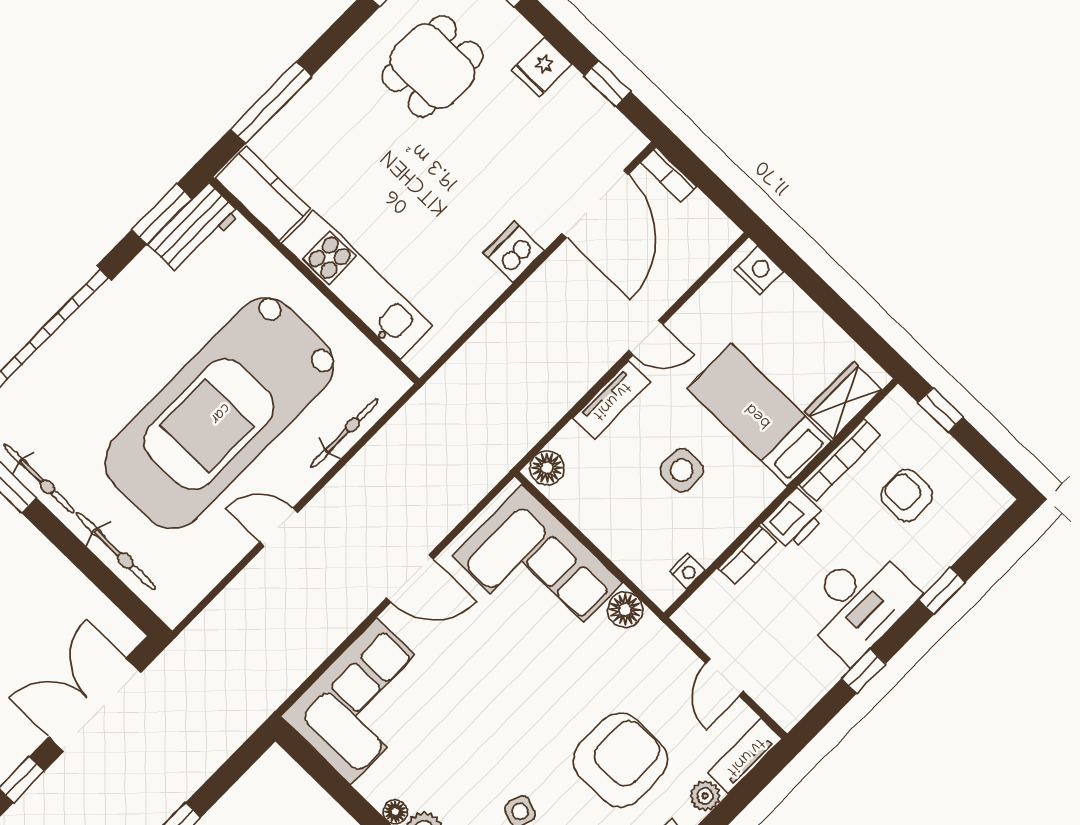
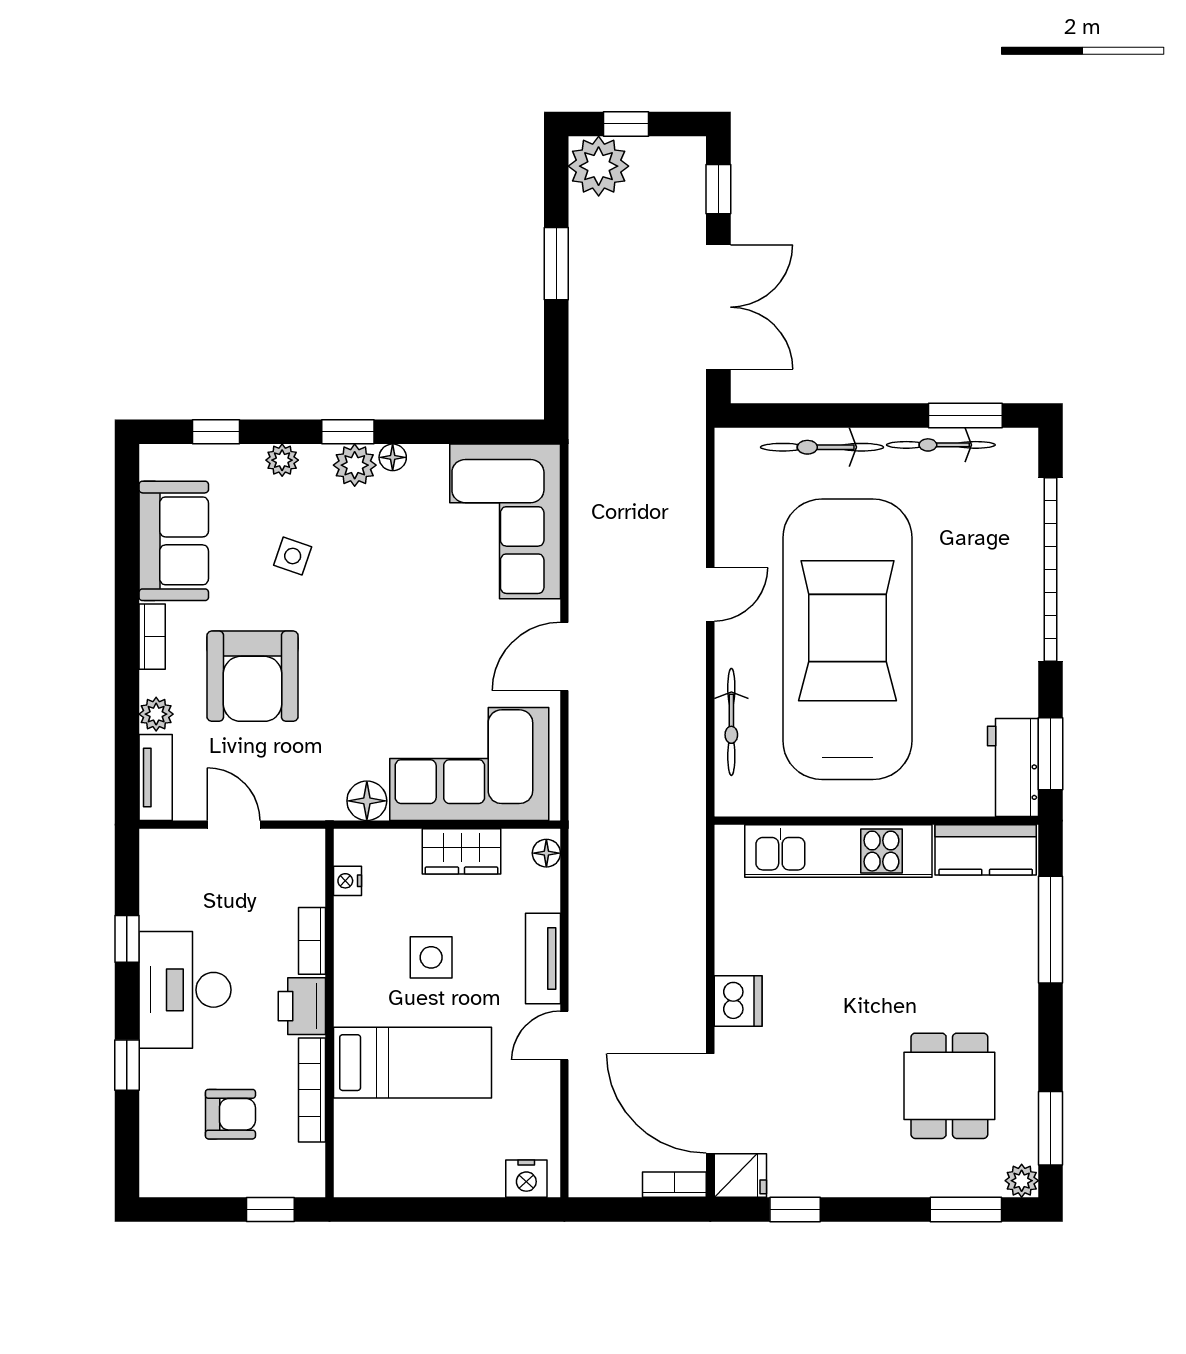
fridge: (542, 67) -> (740, 1175), moved, turned 90
wardrobe: (843, 400) -> (461, 851), moved, turned 90
floor lamp: (547, 468) -> (546, 853), width x0.73, depth x0.73

